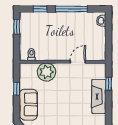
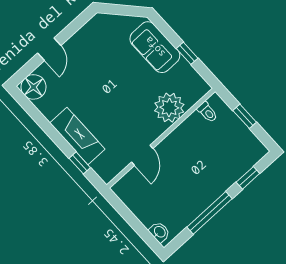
window: (17, 27) -> (245, 116), moved

